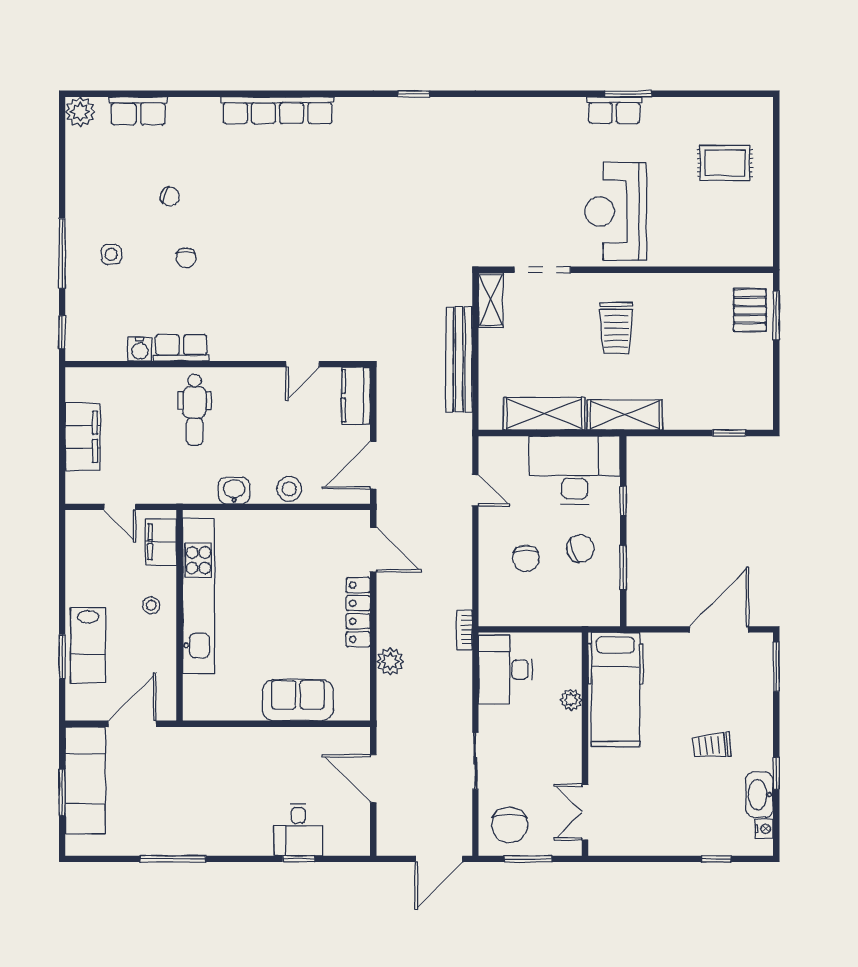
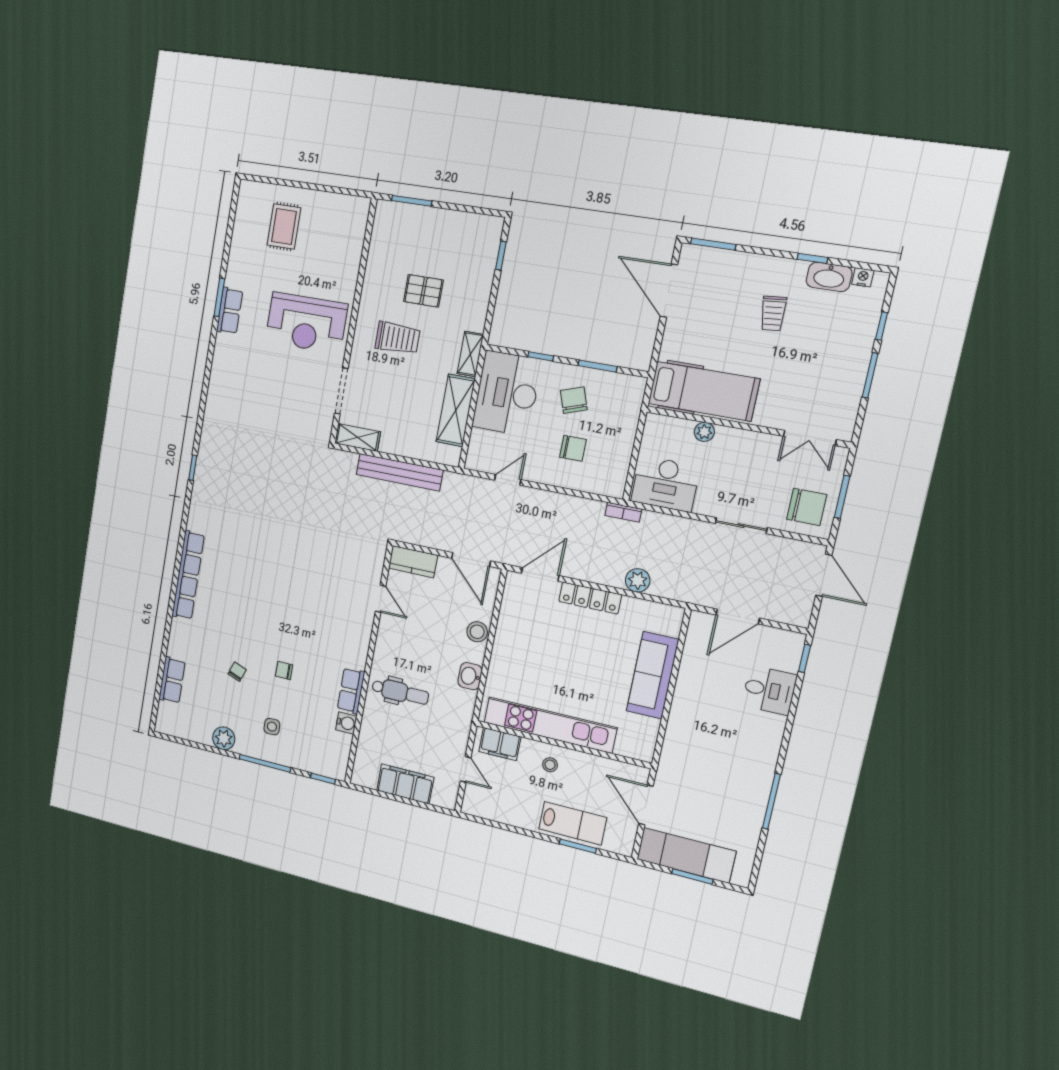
plant: (80, 112) -> (224, 738), moved
chair: (186, 258) -> (284, 670), turned 180
pallet: (750, 310) -> (423, 291), moved
shelving: (625, 415) -> (470, 354), width x0.67, depth x0.75
door: (120, 507) -> (466, 769), hinge flipped
sofa: (298, 700) -> (653, 675), width x1.36
window: (299, 859) -> (805, 658), moved
window: (663, 859) -> (870, 375), added

